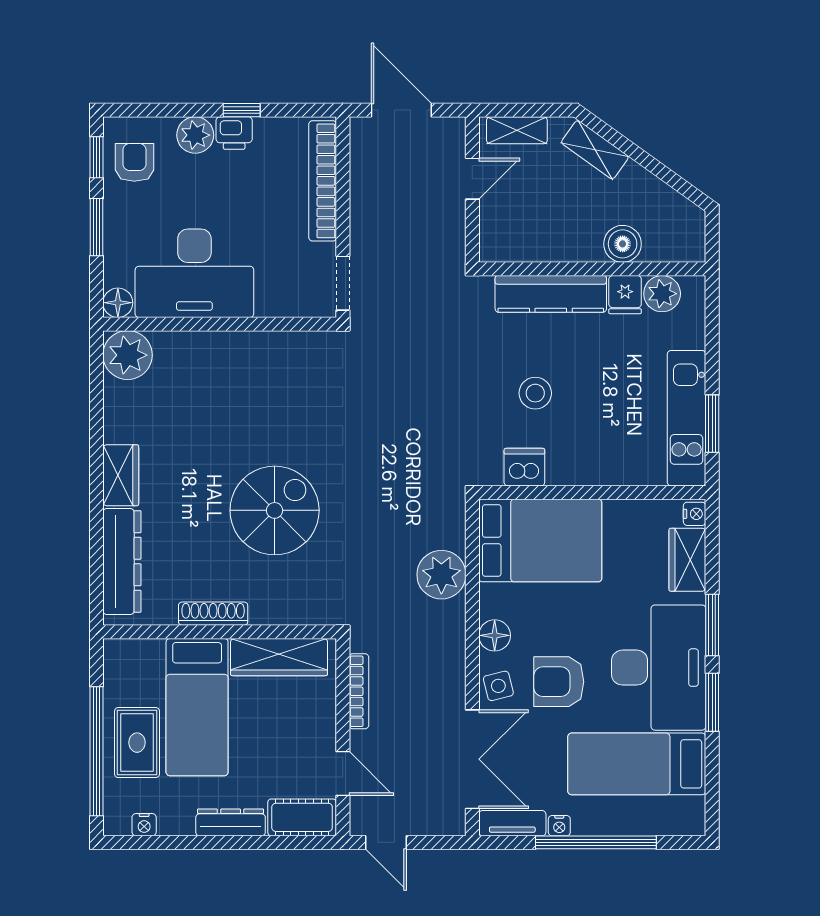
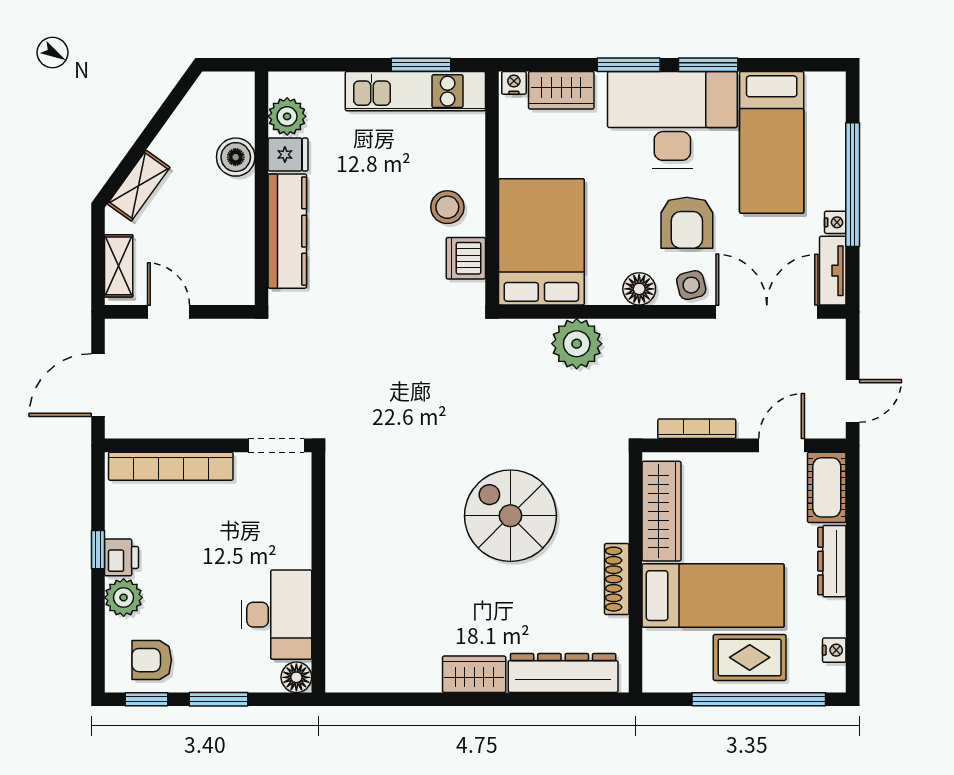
desk: (194, 273) -> (277, 615), width x0.73, depth x0.77
plant: (128, 355) -> (350, 667), removed
stool: (535, 393) -> (447, 207), moved

